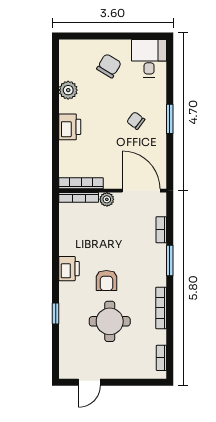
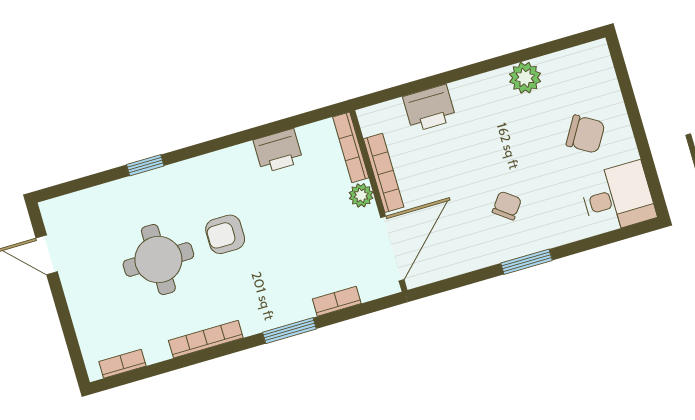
printer: (70, 127) -> (429, 108), moved
bookcase: (81, 183) -> (384, 173), moved
printer: (69, 269) -> (278, 151), moved

